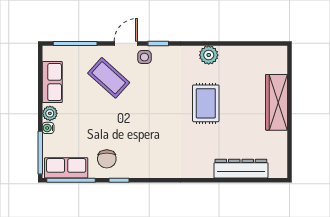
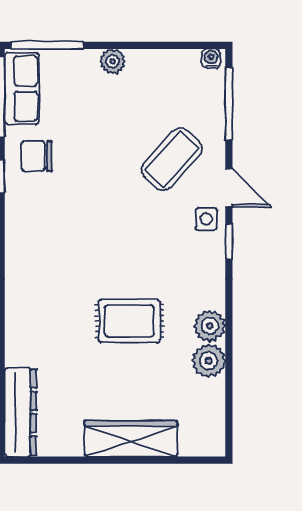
plant: (230, 56) -> (209, 361), added
row of seats: (52, 82) -> (165, 65), removed
water cooler: (48, 128) -> (211, 58), moved
dresser: (241, 169) -> (21, 412), moved

